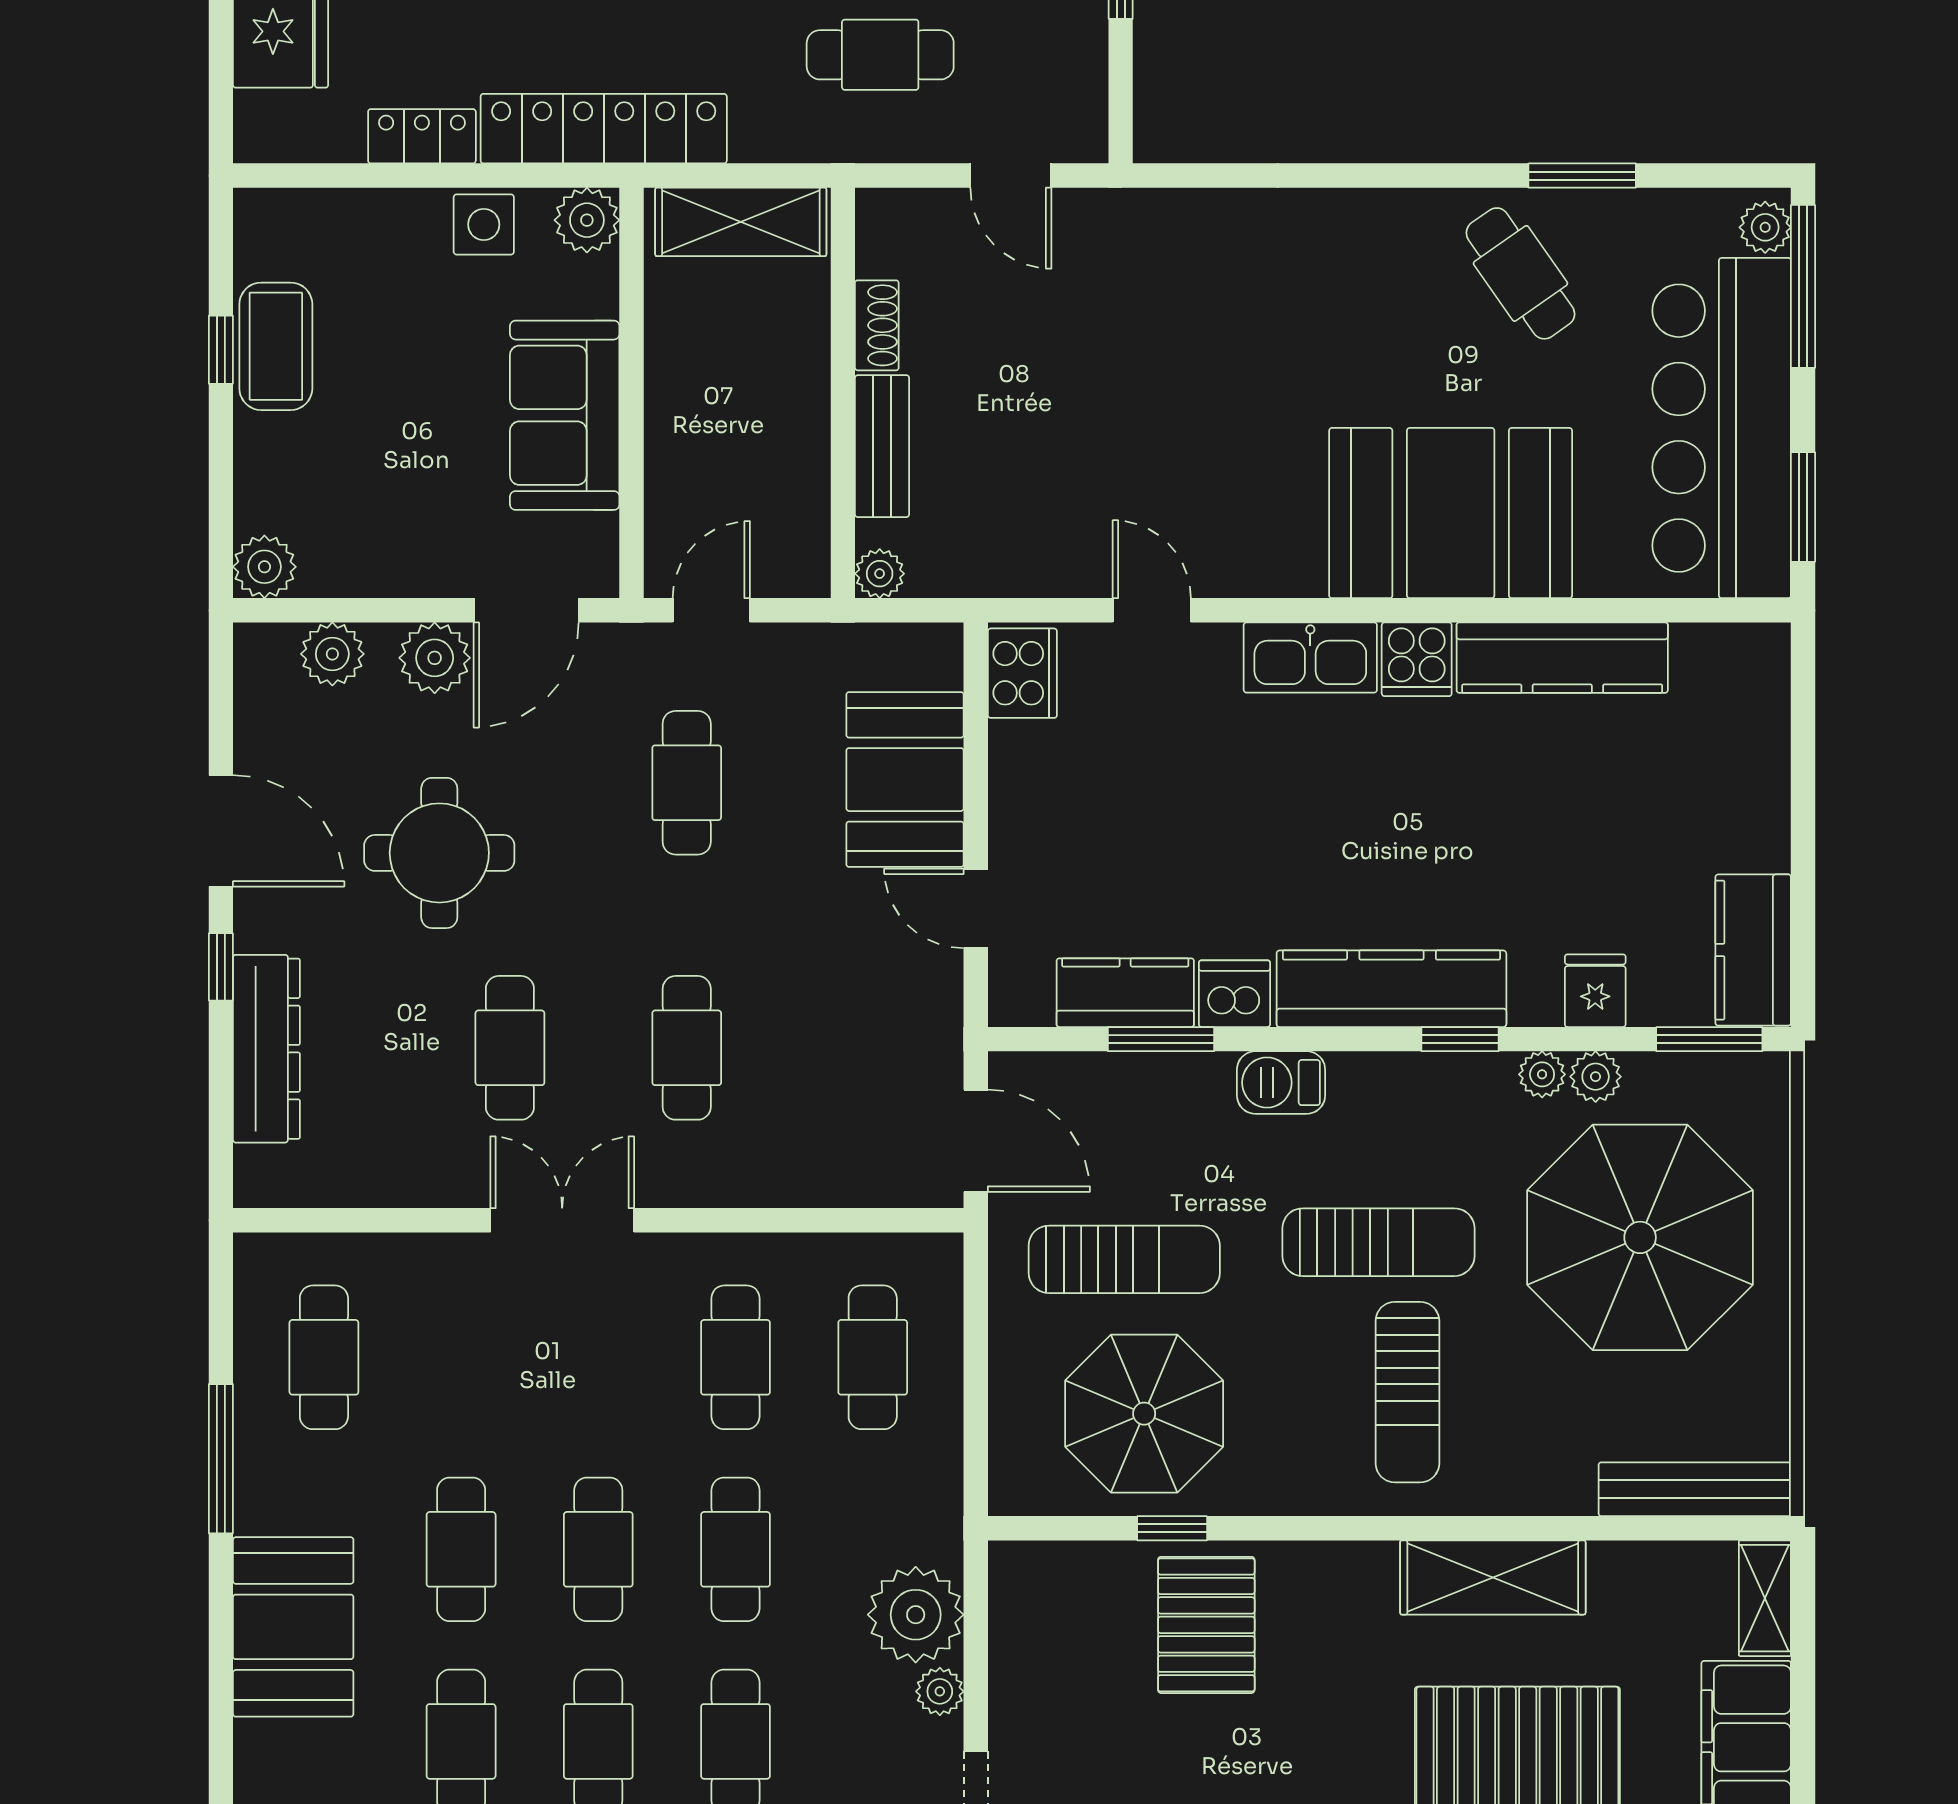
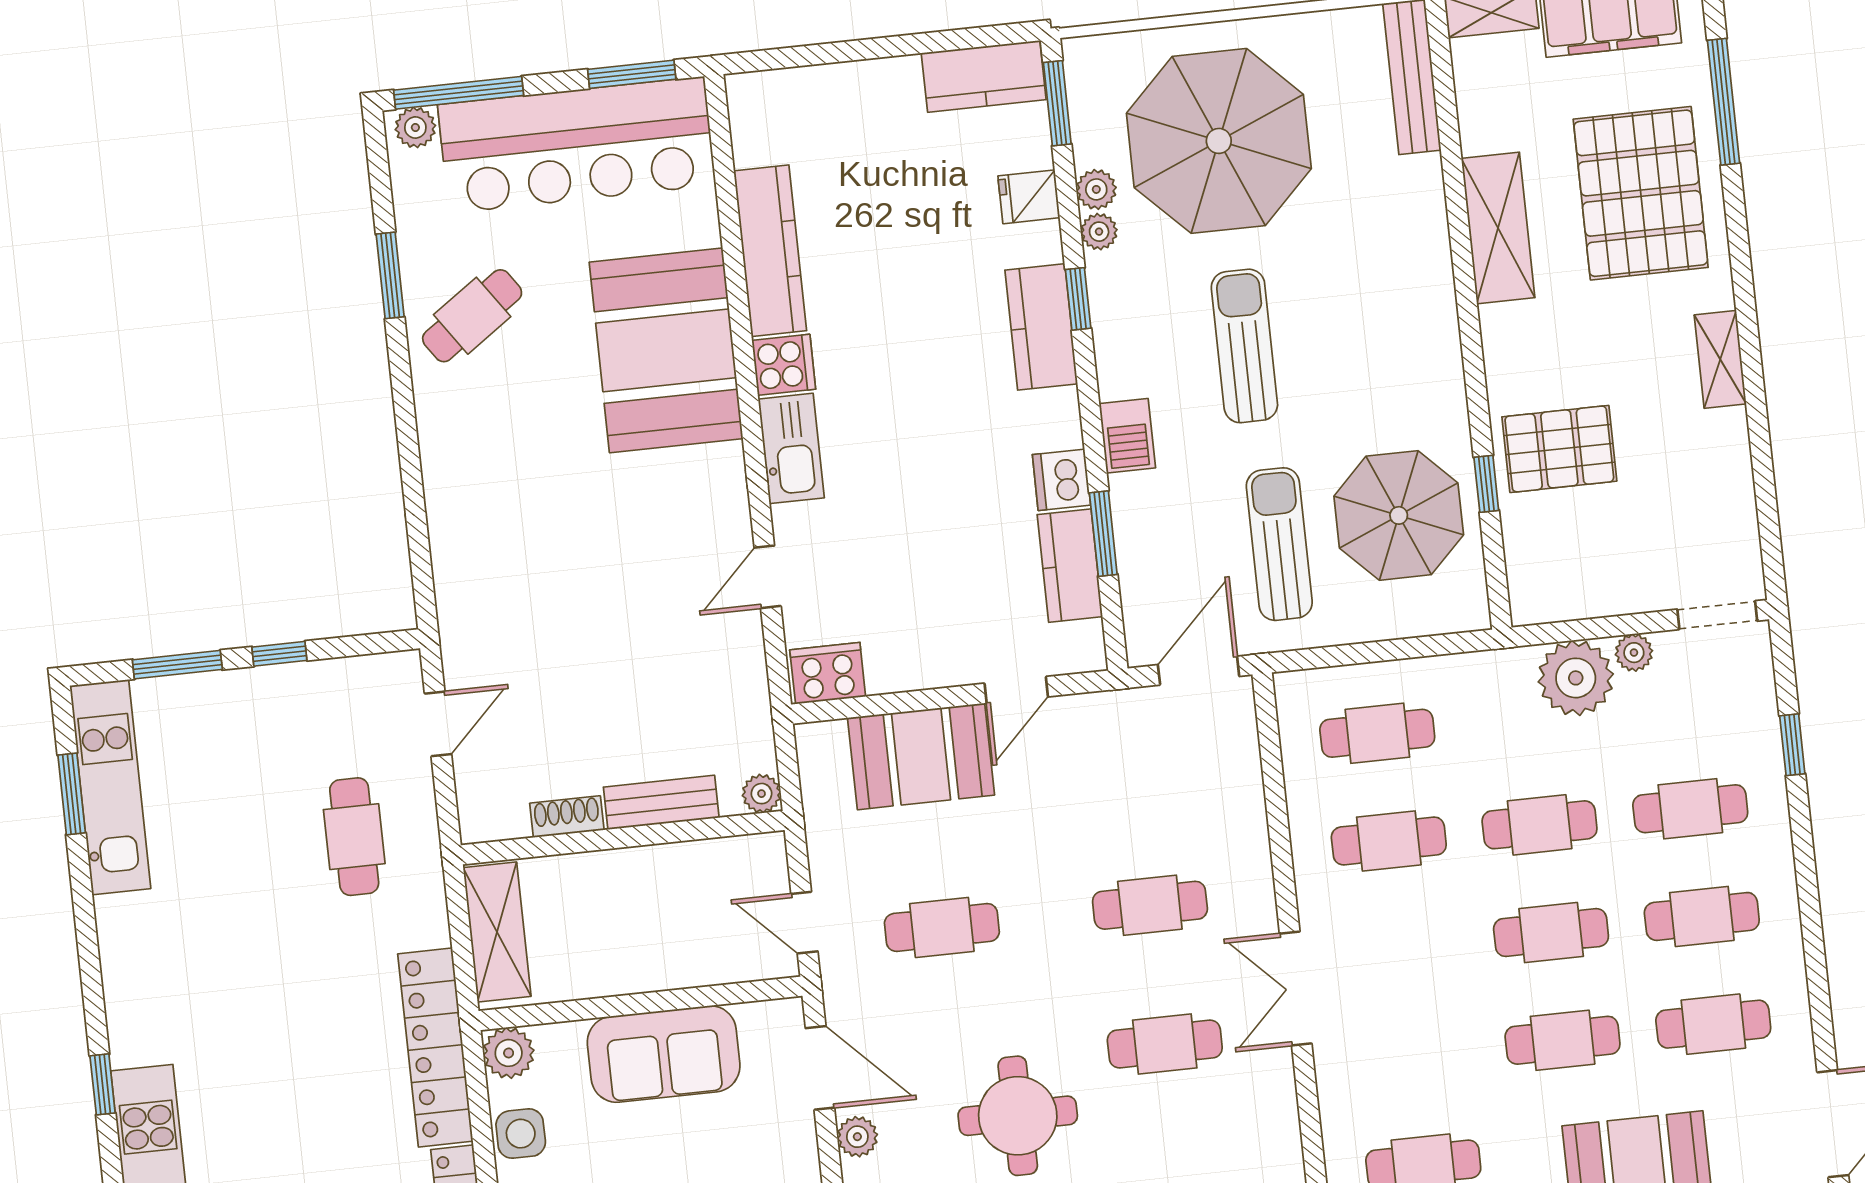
plant: (435, 658) -> (857, 1137), width x0.73, depth x0.73
kitchen counter: (1391, 989) -> (1041, 327), width x0.67
sun lounger: (1407, 1392) -> (1360, 311), removed

